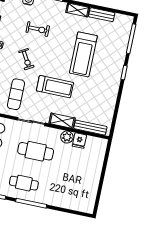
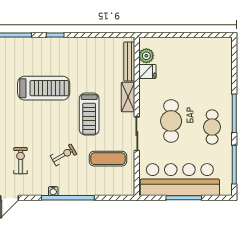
exercise bike: (38, 29) -> (21, 161), moved
treadmill: (55, 87) -> (89, 114), turned 180
plant: (67, 137) -> (146, 56), moved

